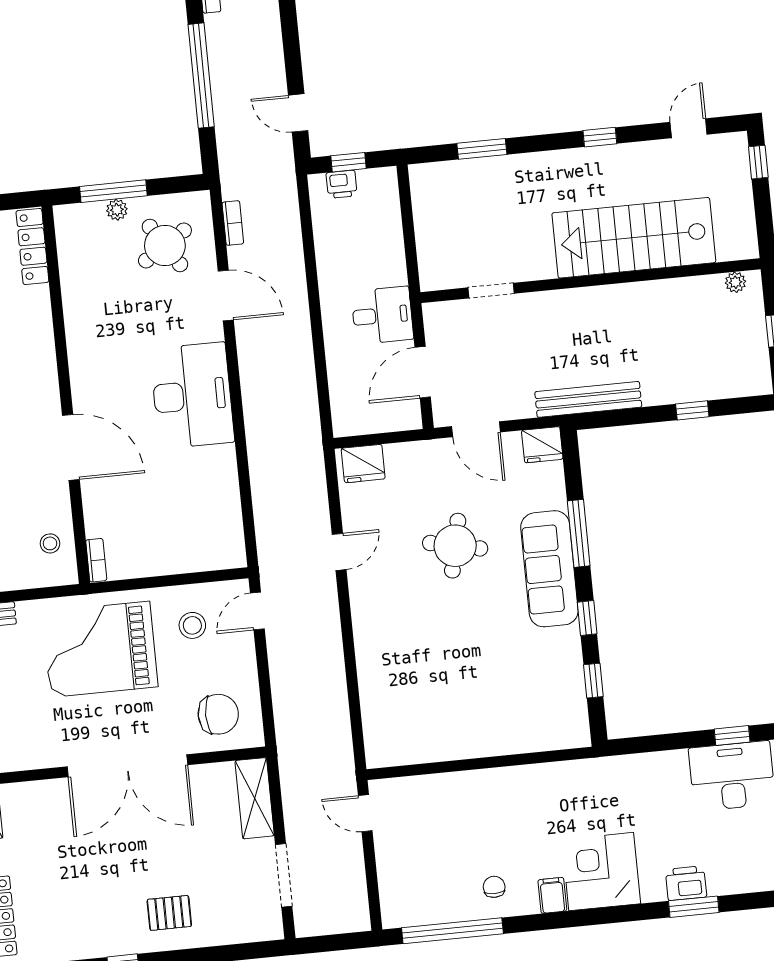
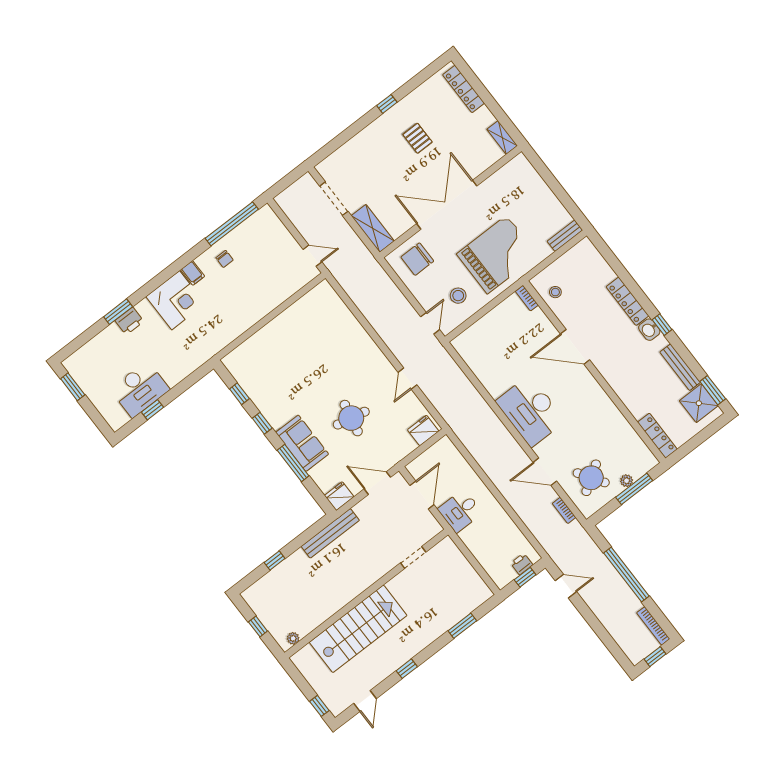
sofa: (549, 569) -> (302, 443), width x0.73
pallet: (169, 913) -> (417, 138), moved, turned 90

